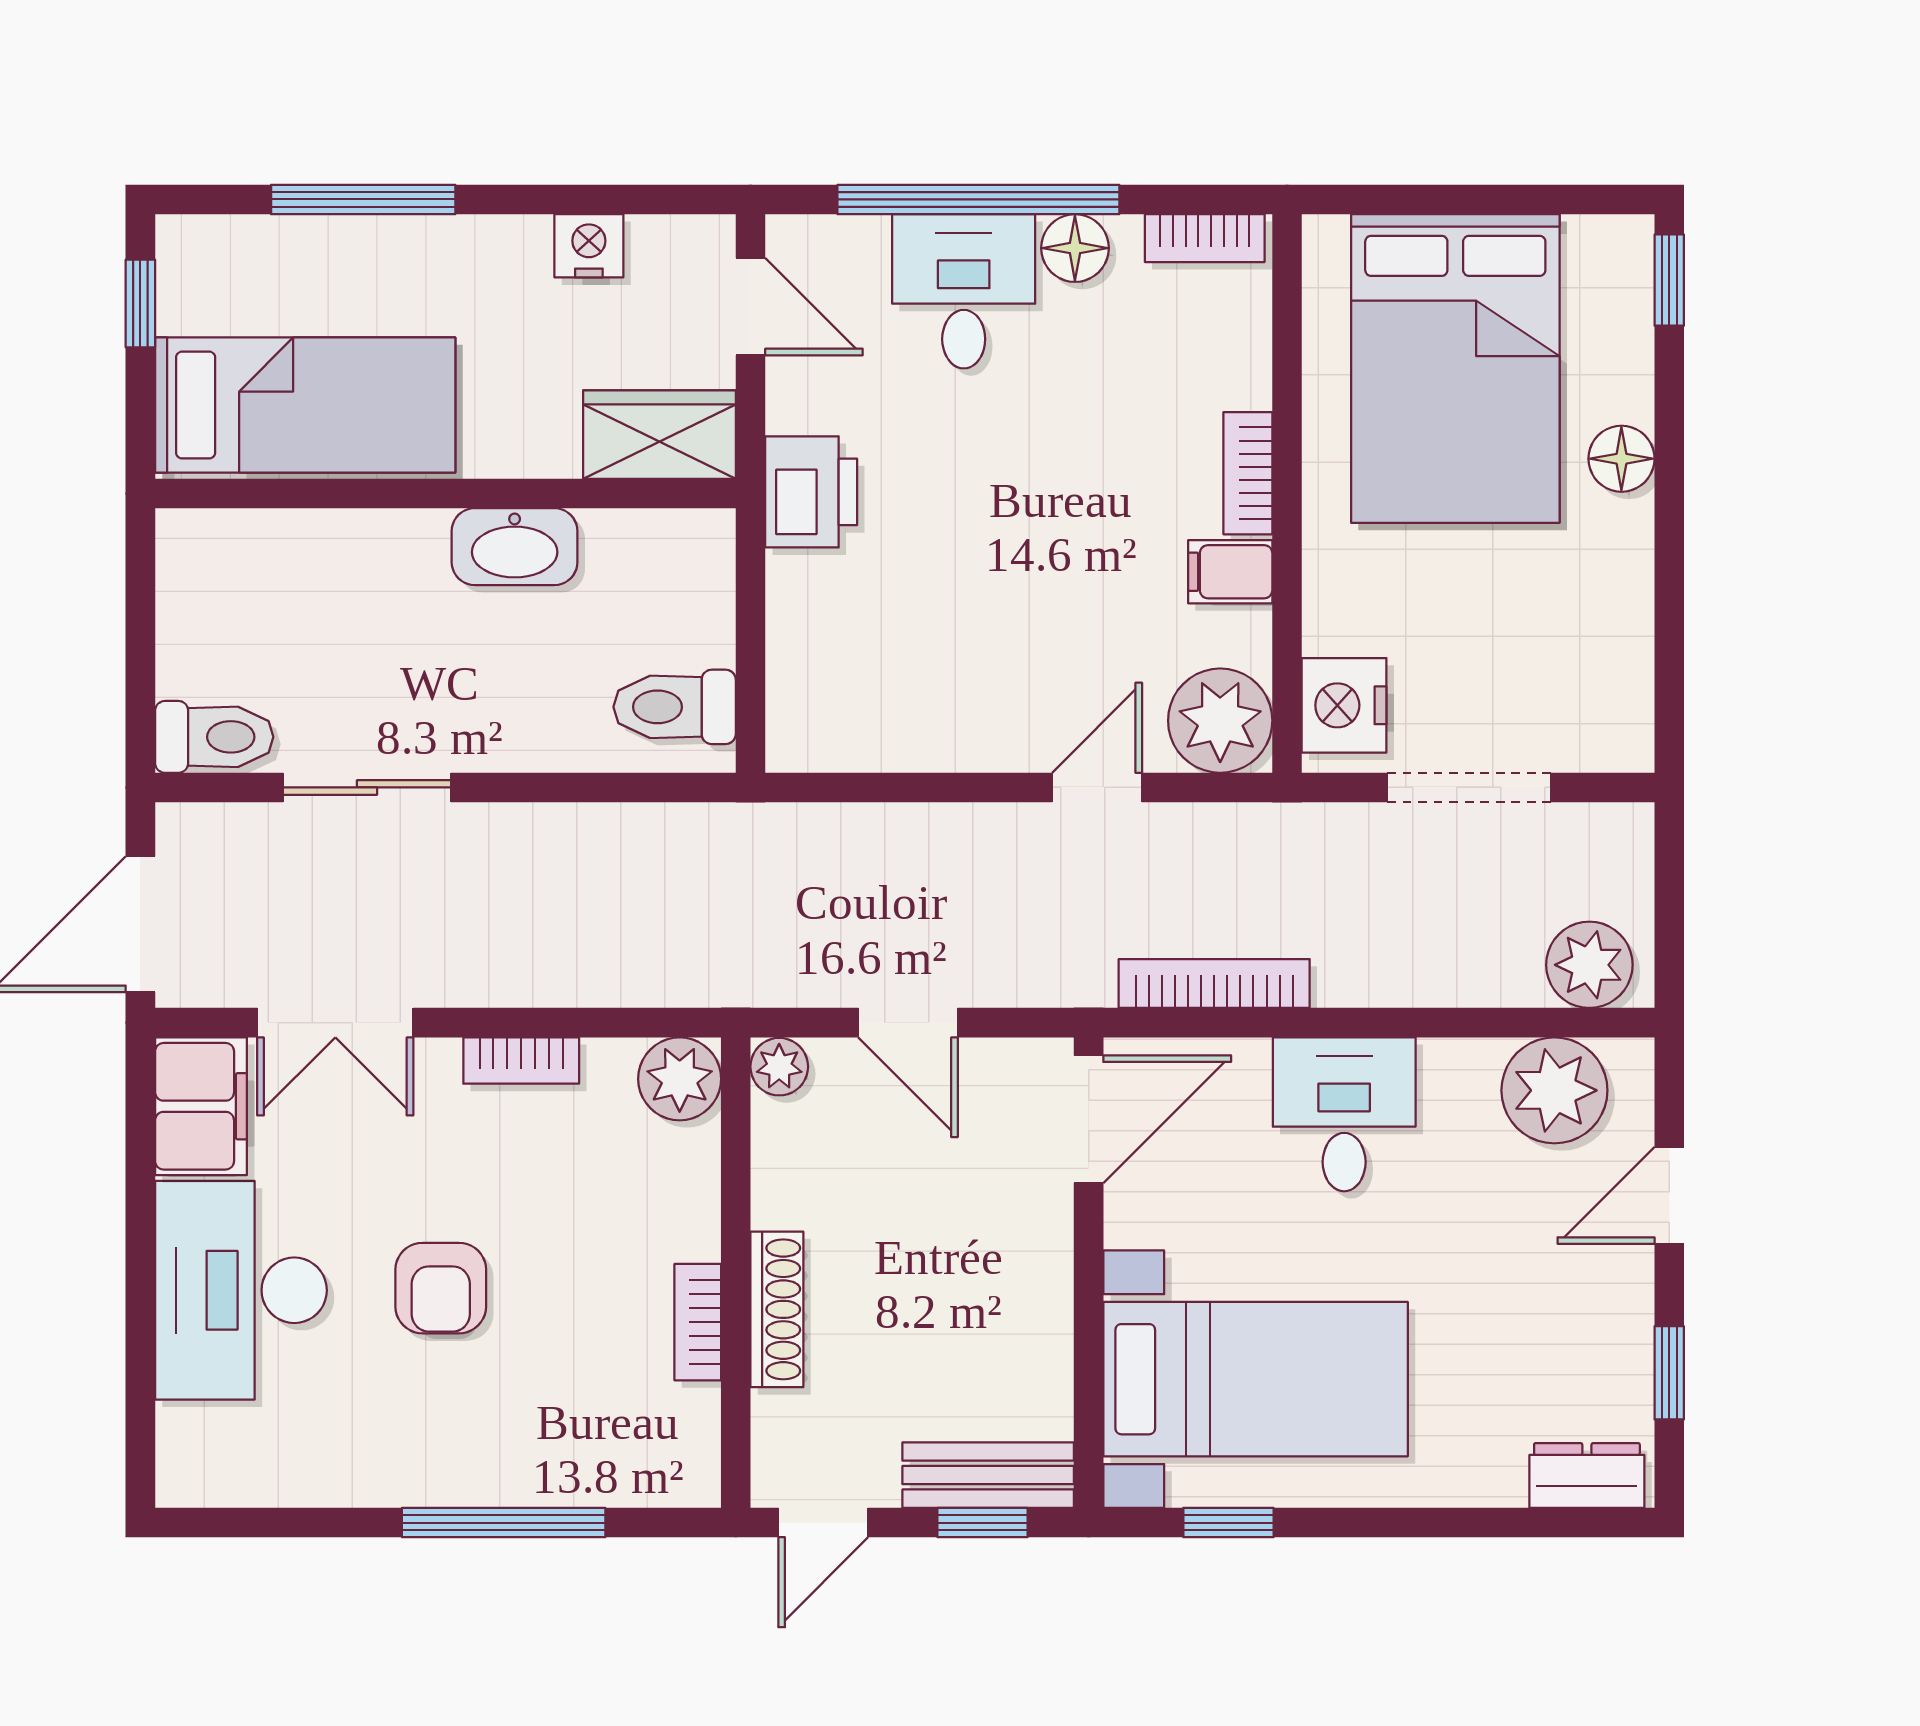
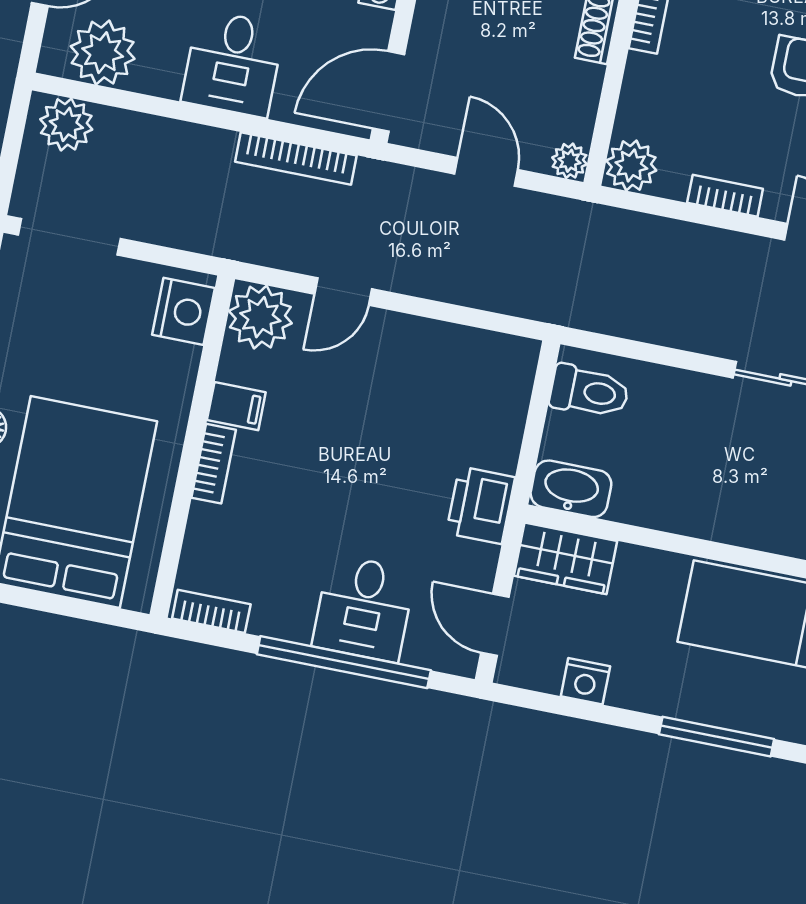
floor lamp: (1075, 248) -> (291, 621), removed
washbasin: (515, 547) -> (571, 489), moved
doorway: (1469, 787) -> (69, 237), moved

